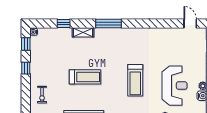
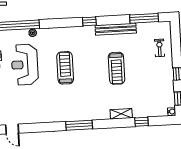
window: (108, 23) -> (79, 125), moved
treadmill: (85, 77) -> (117, 68), turned -90

